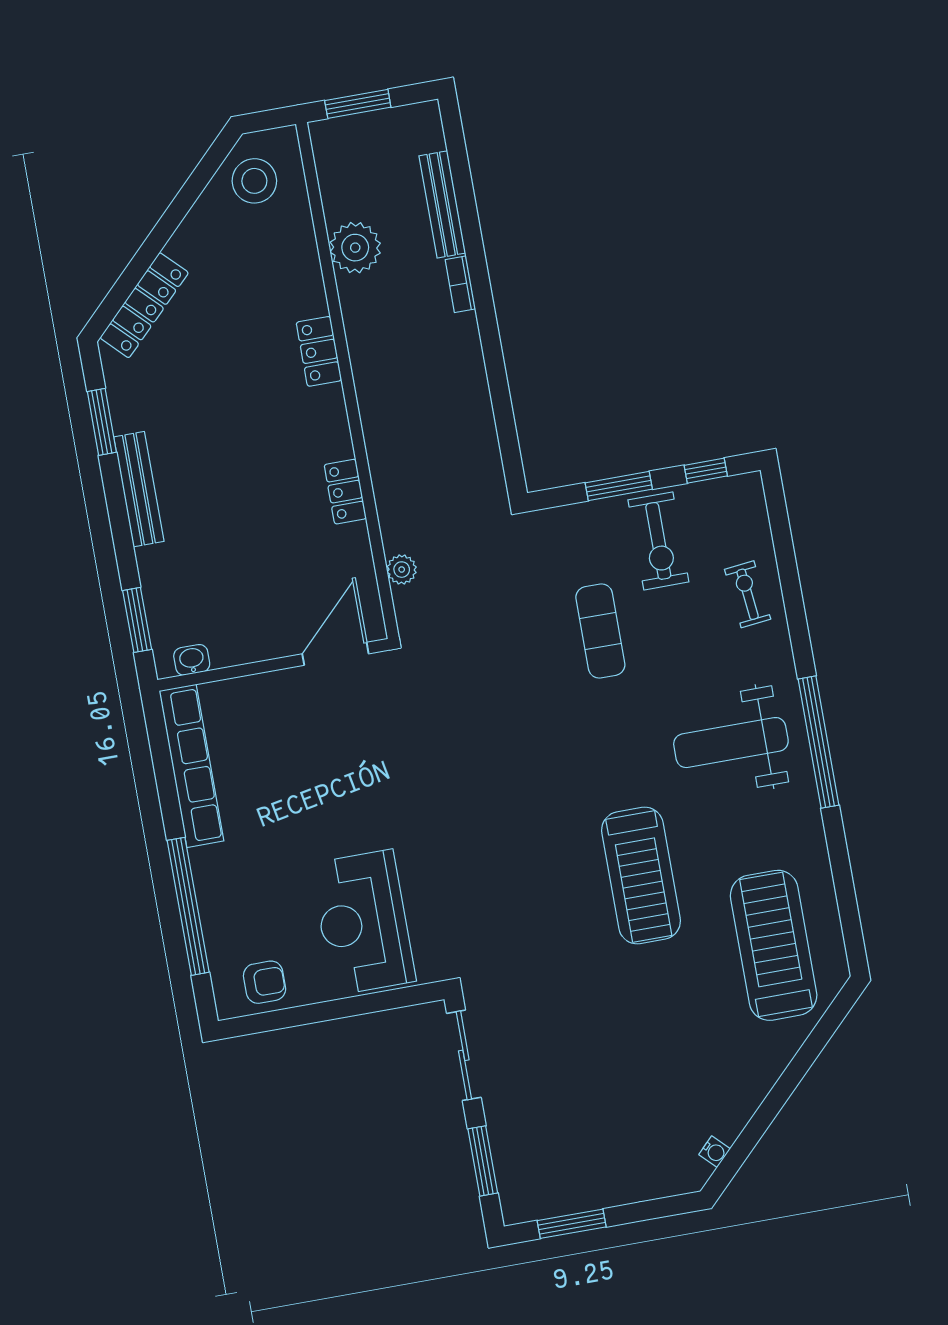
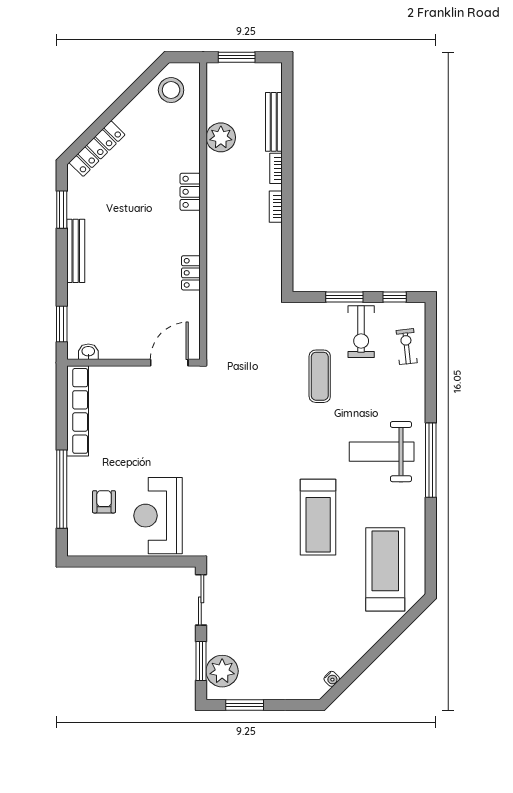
bookcase: (472, 351) -> (276, 207), added
plant: (402, 570) -> (222, 671), moved, width x1.87, depth x1.87
exercise bike: (748, 594) -> (407, 347), moved
armchair: (265, 982) -> (104, 502), moved, turned -90

